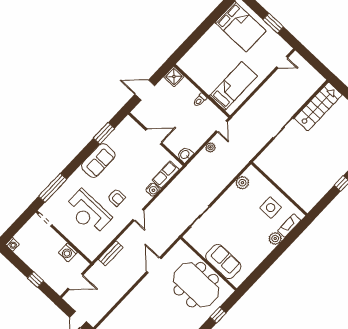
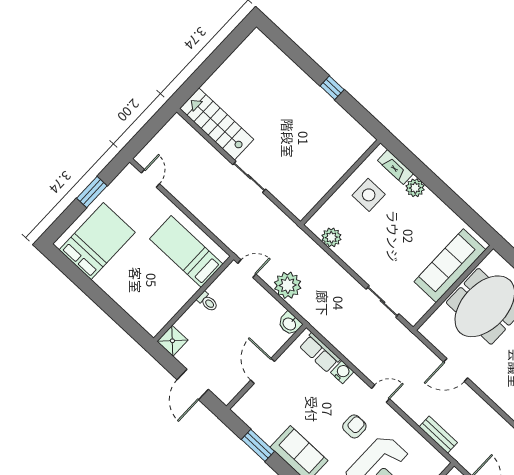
plant: (210, 147) -> (288, 285), width x1.87, depth x1.87
sofa: (223, 262) -> (450, 266), width x1.36

